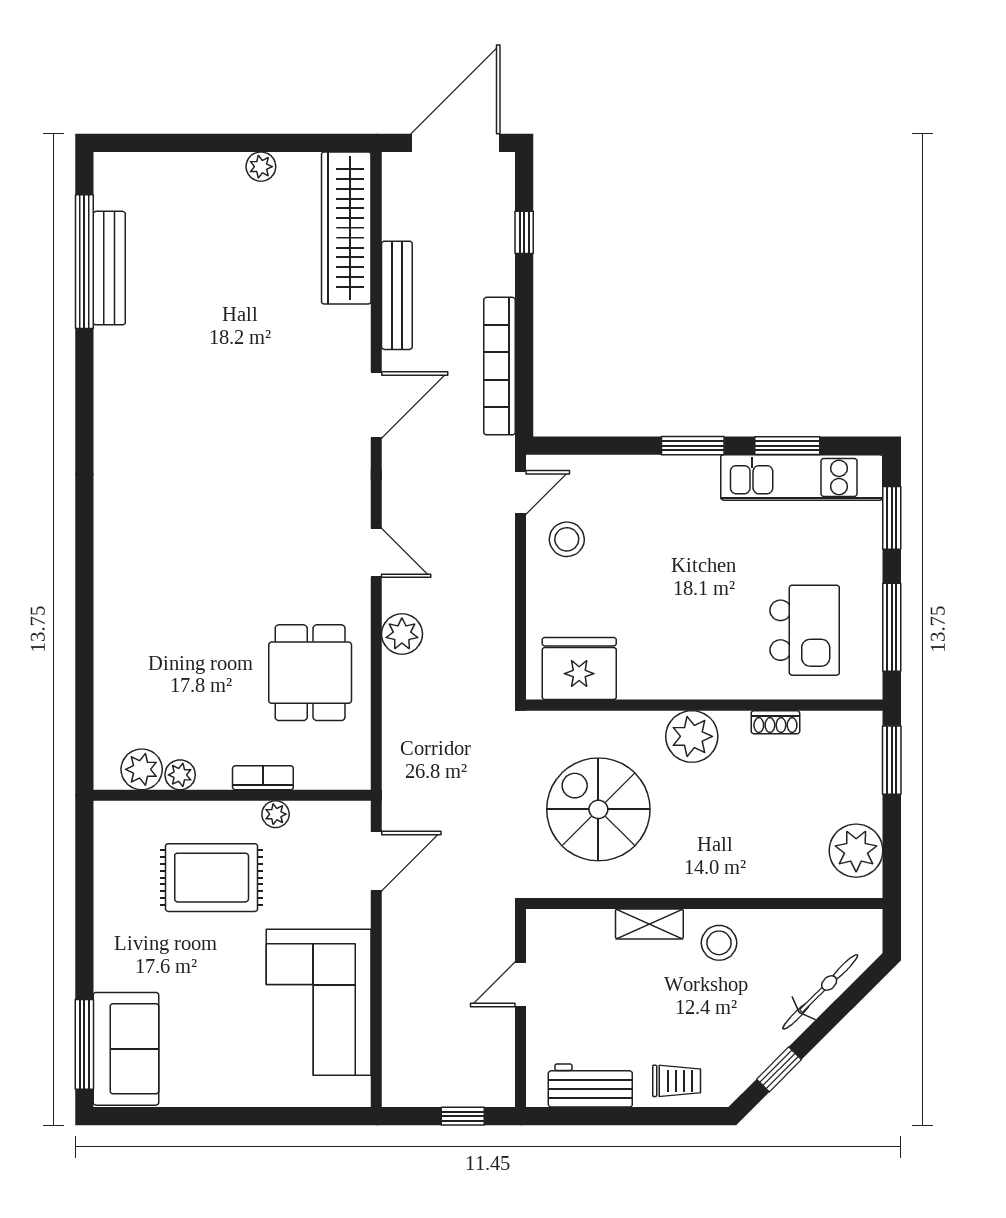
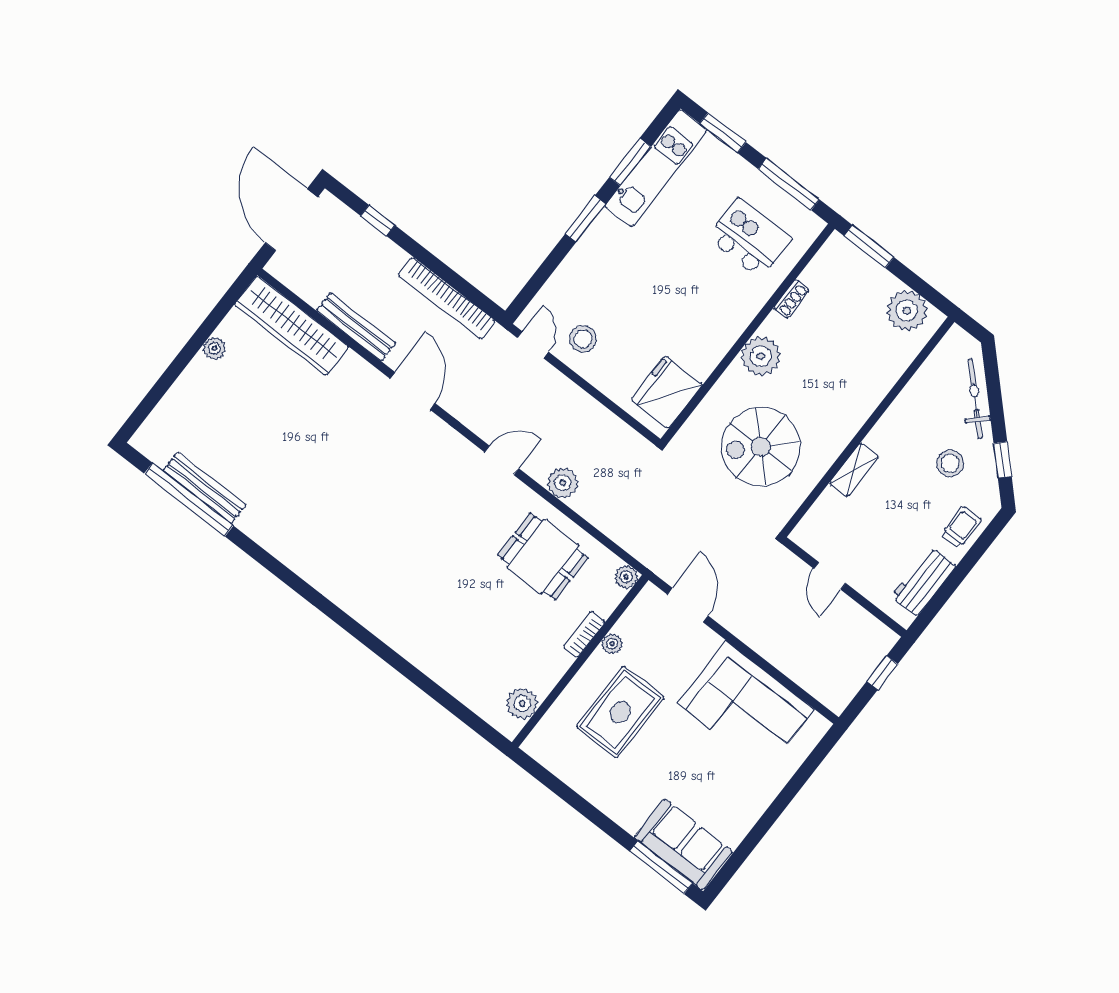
plant: (180, 775) -> (626, 577), moved
stool: (719, 943) -> (950, 463), moved

